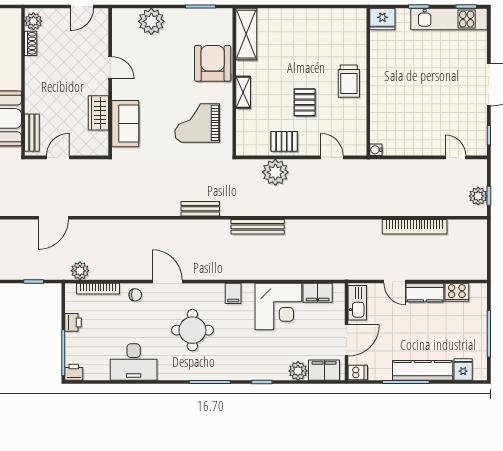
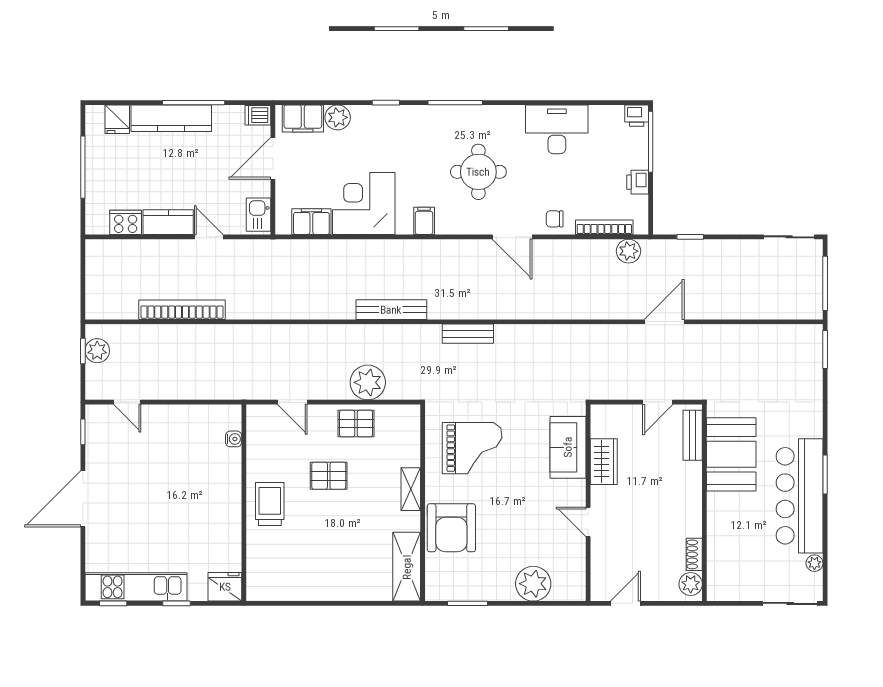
pallet: (305, 102) -> (329, 476), turned 90
water cooler: (376, 150) -> (234, 439), moved
kitchen sink: (357, 303) -> (258, 215), width x0.73

